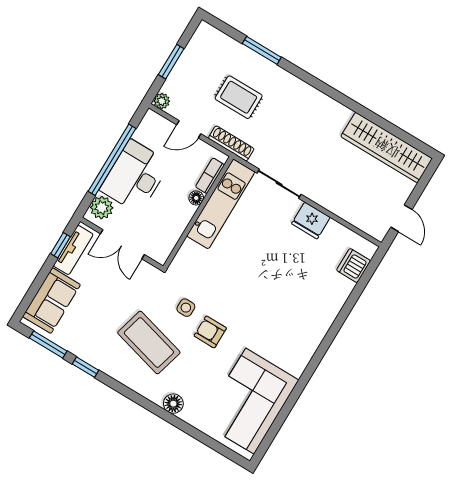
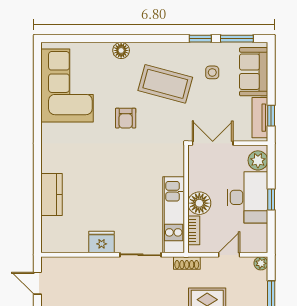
shoe rack: (231, 143) -> (187, 263), width x0.70
window: (112, 160) -> (271, 199), width x0.32
floor lamp: (196, 198) -> (199, 203), width x1.89, depth x1.89
double door: (122, 244) -> (213, 143), moved
dishwasher: (354, 266) -> (51, 228), removed
kitchen counter: (333, 300) -> (51, 194), added
side table: (186, 308) -> (212, 72), moved
armchair: (210, 332) -> (126, 118), turned 90

